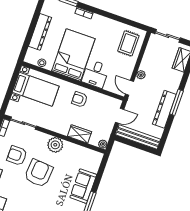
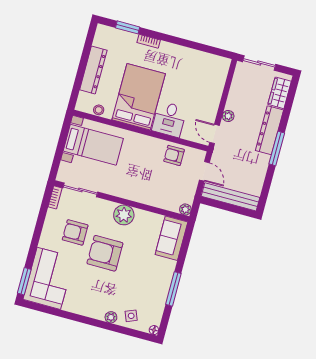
rug: (128, 43) -> (209, 77), removed
armchair: (80, 99) -> (174, 155), moved
dresser: (164, 109) -> (269, 130), moved
door: (120, 116) -> (204, 171), hinge flipped
wardrobe: (80, 134) -> (154, 199), removed
armchair: (39, 173) -> (105, 253), turned -95
sofa: (83, 186) -> (171, 238), moved

